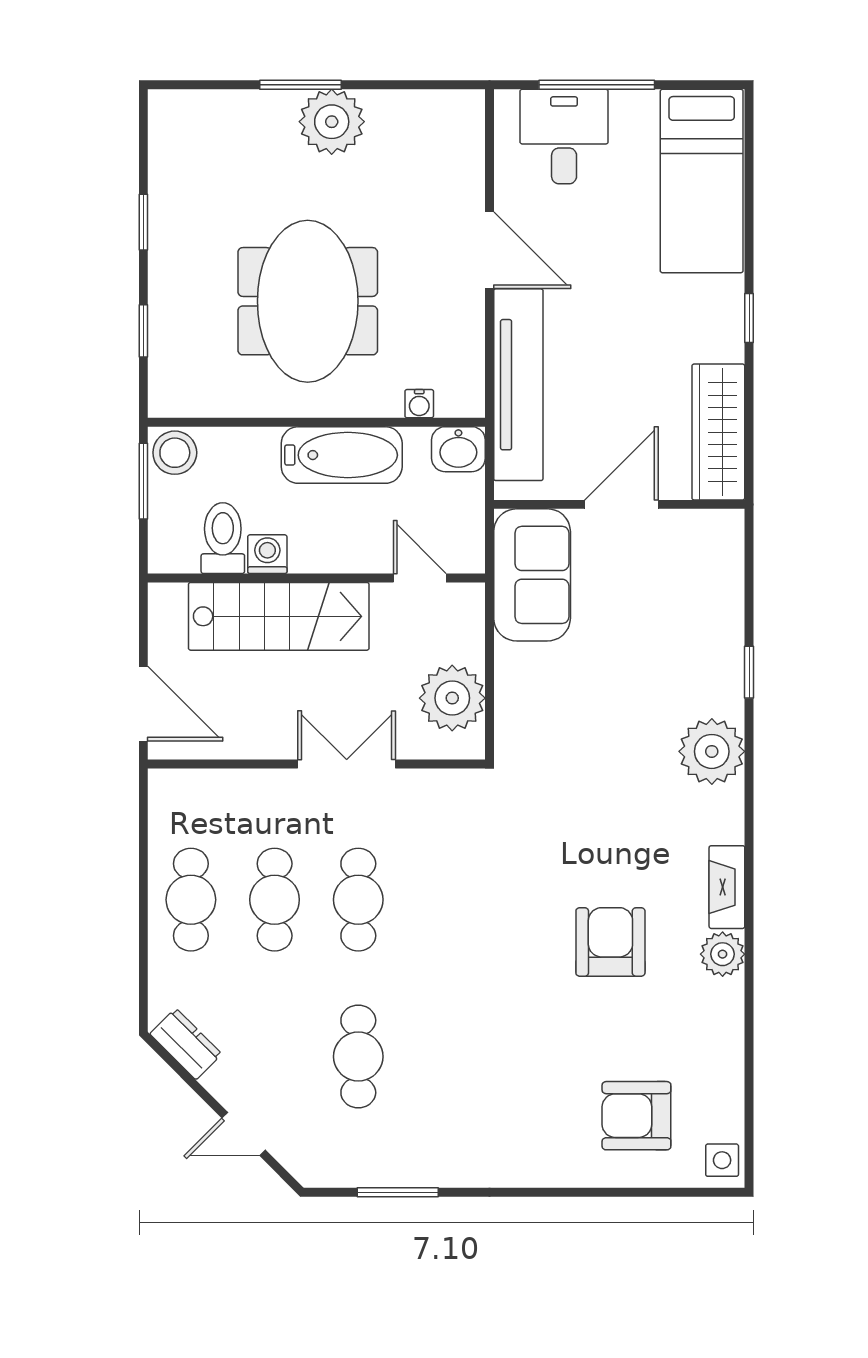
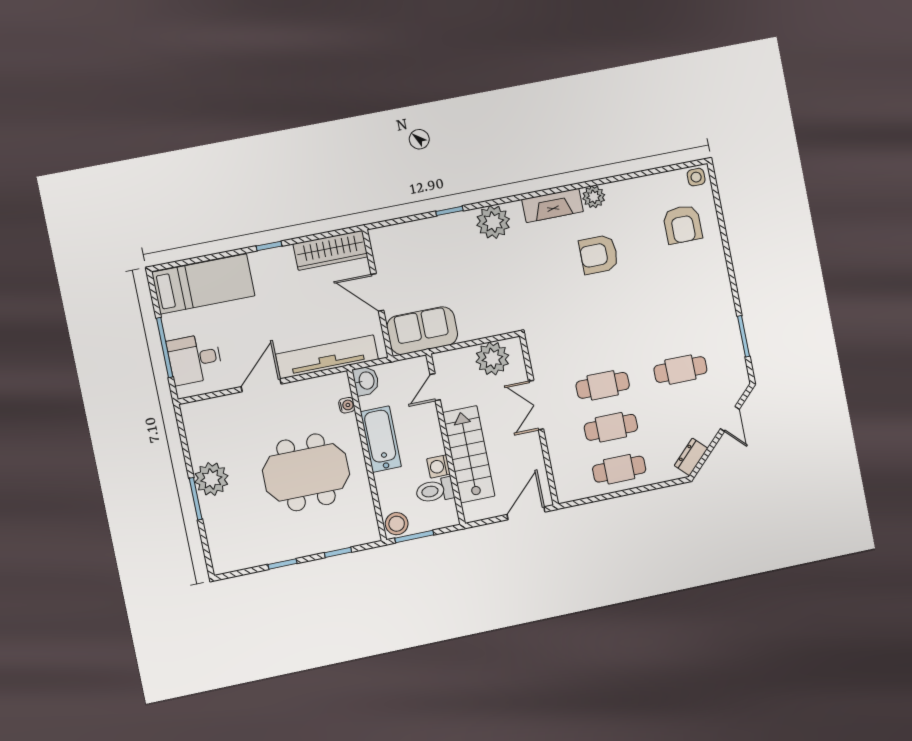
fireplace: (727, 887) -> (553, 205), width x1.37, depth x1.32

